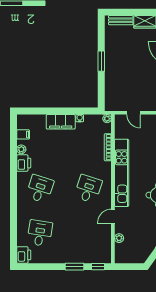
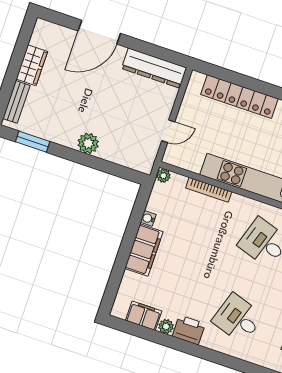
window: (101, 61) -> (33, 142), moved
plant: (111, 69) -> (88, 143), added
filing cabinet: (23, 134) -> (144, 316), width x2.00

